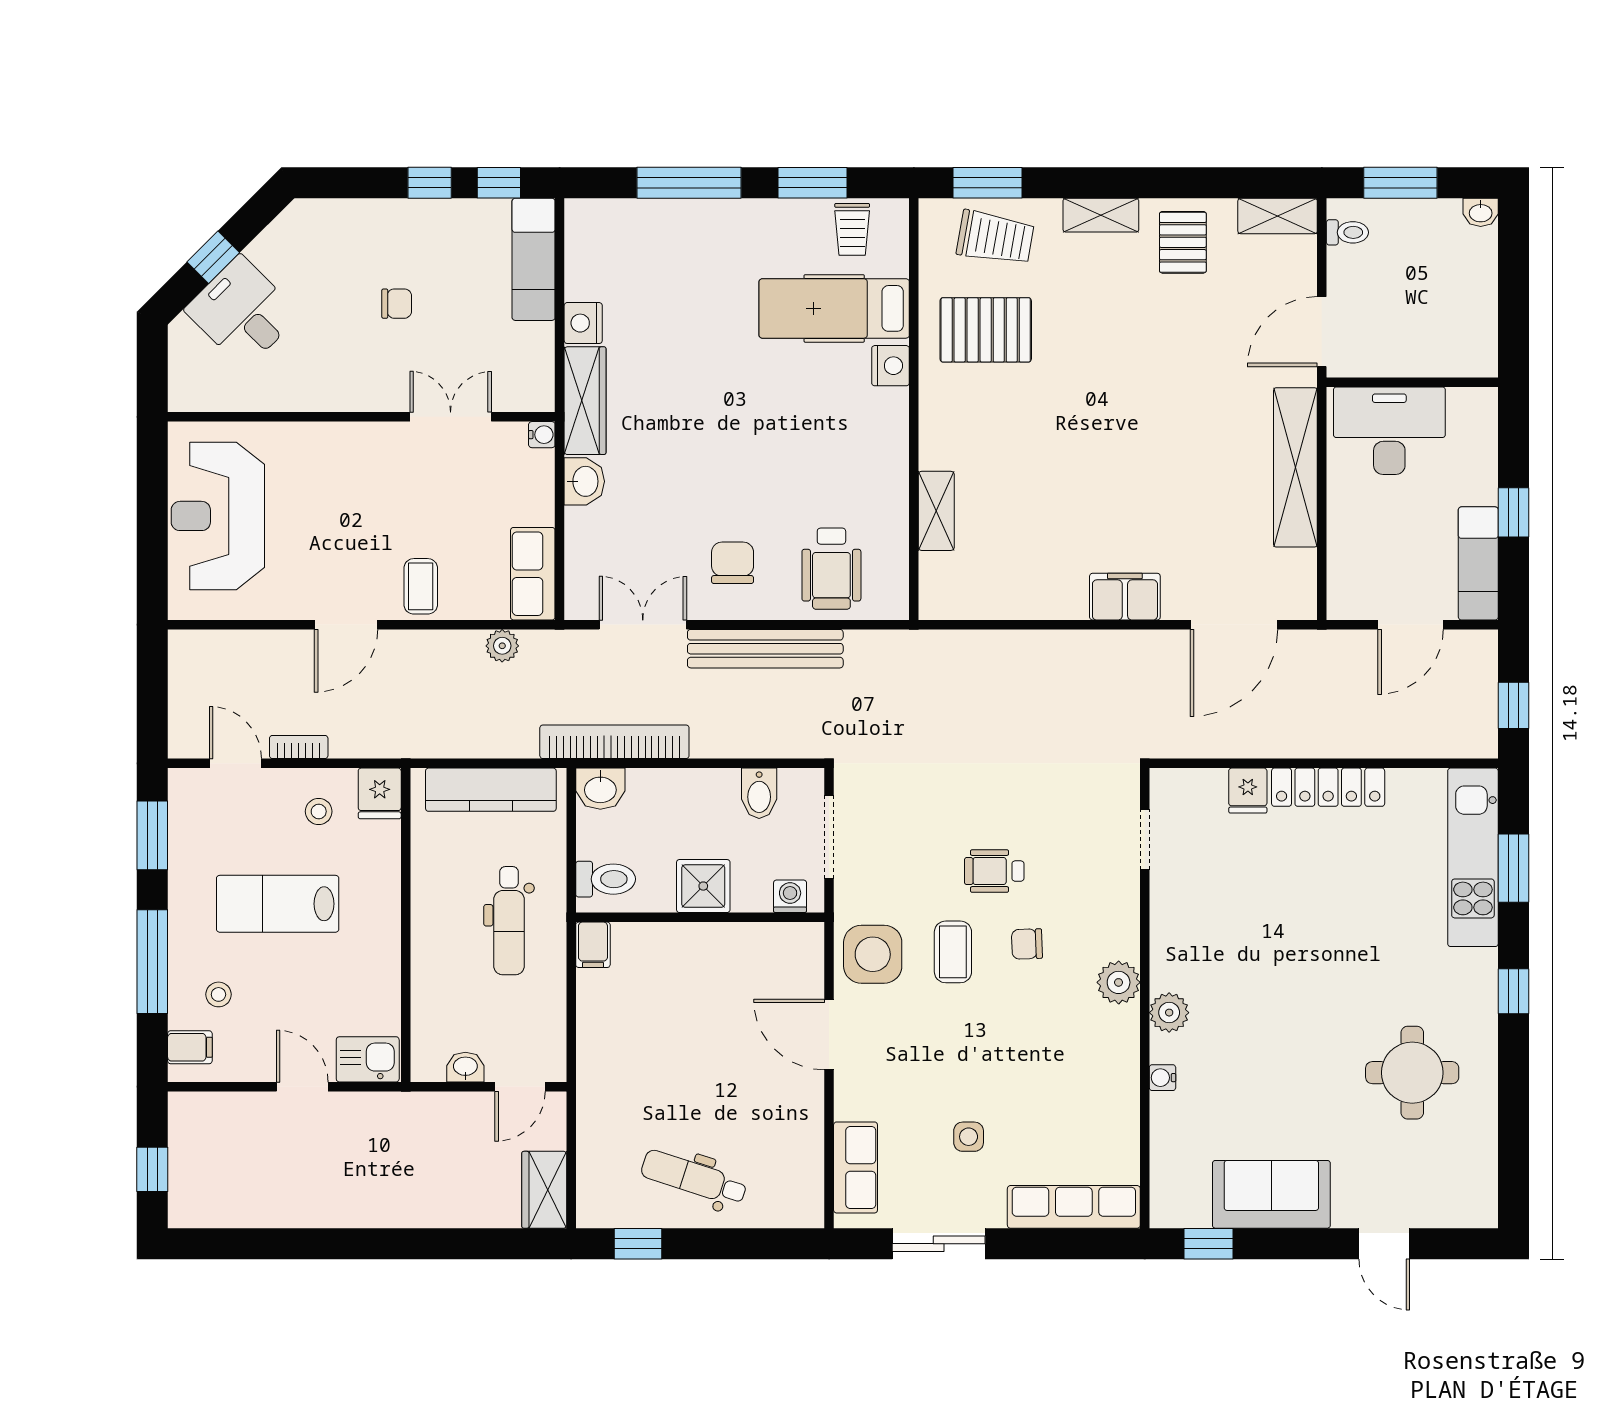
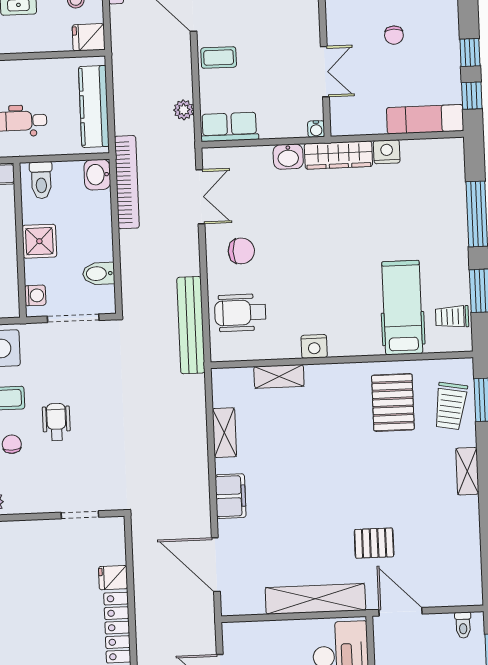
shelving: (1278, 216) -> (224, 433), moved
pallet: (1183, 242) -> (374, 543), moved
nightstand: (890, 366) -> (314, 346), moved
bench: (765, 649) -> (191, 325), moved

